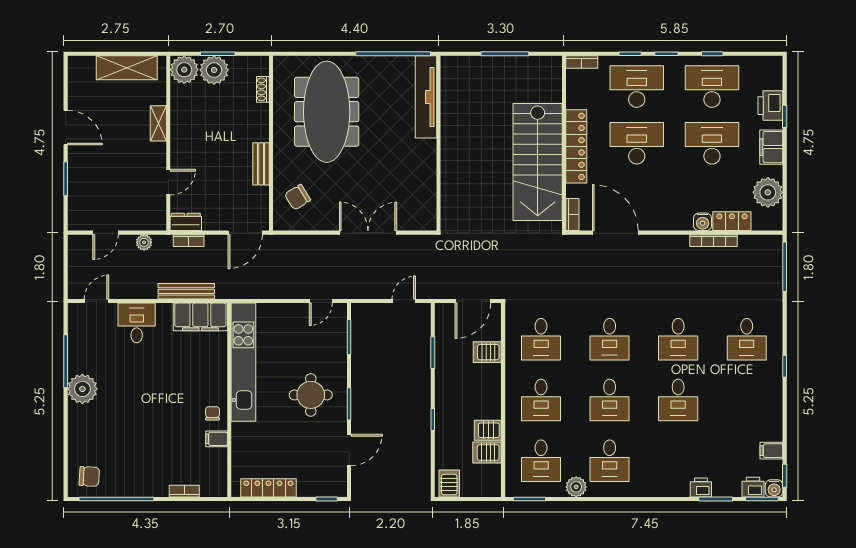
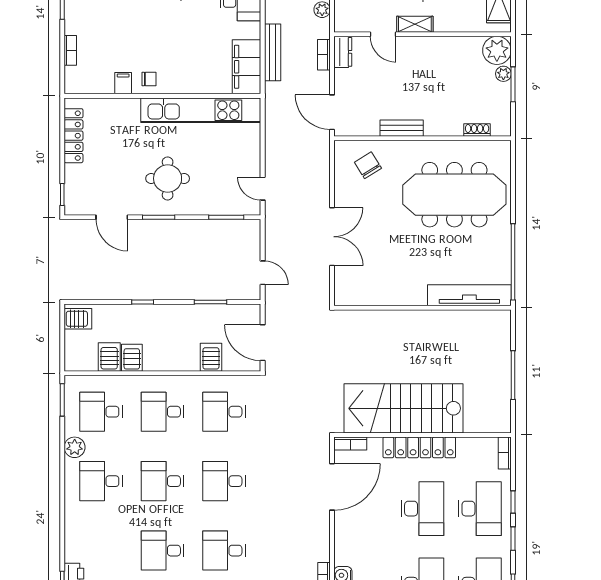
plant: (214, 70) -> (503, 74), width x0.53, depth x0.53
shelving: (158, 123) -> (415, 24), moved

